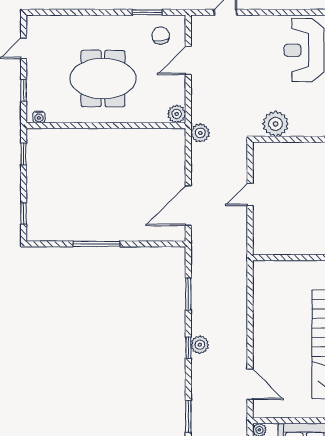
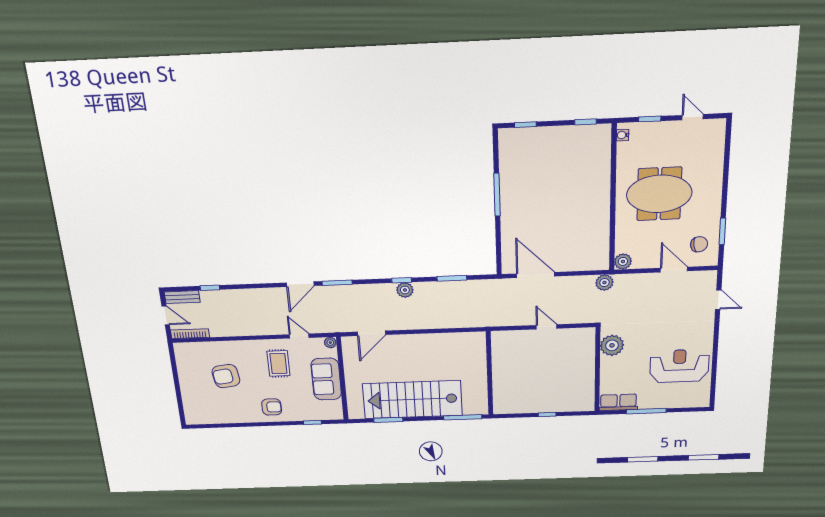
meeting table: (103, 79) -> (659, 194), turned 90

